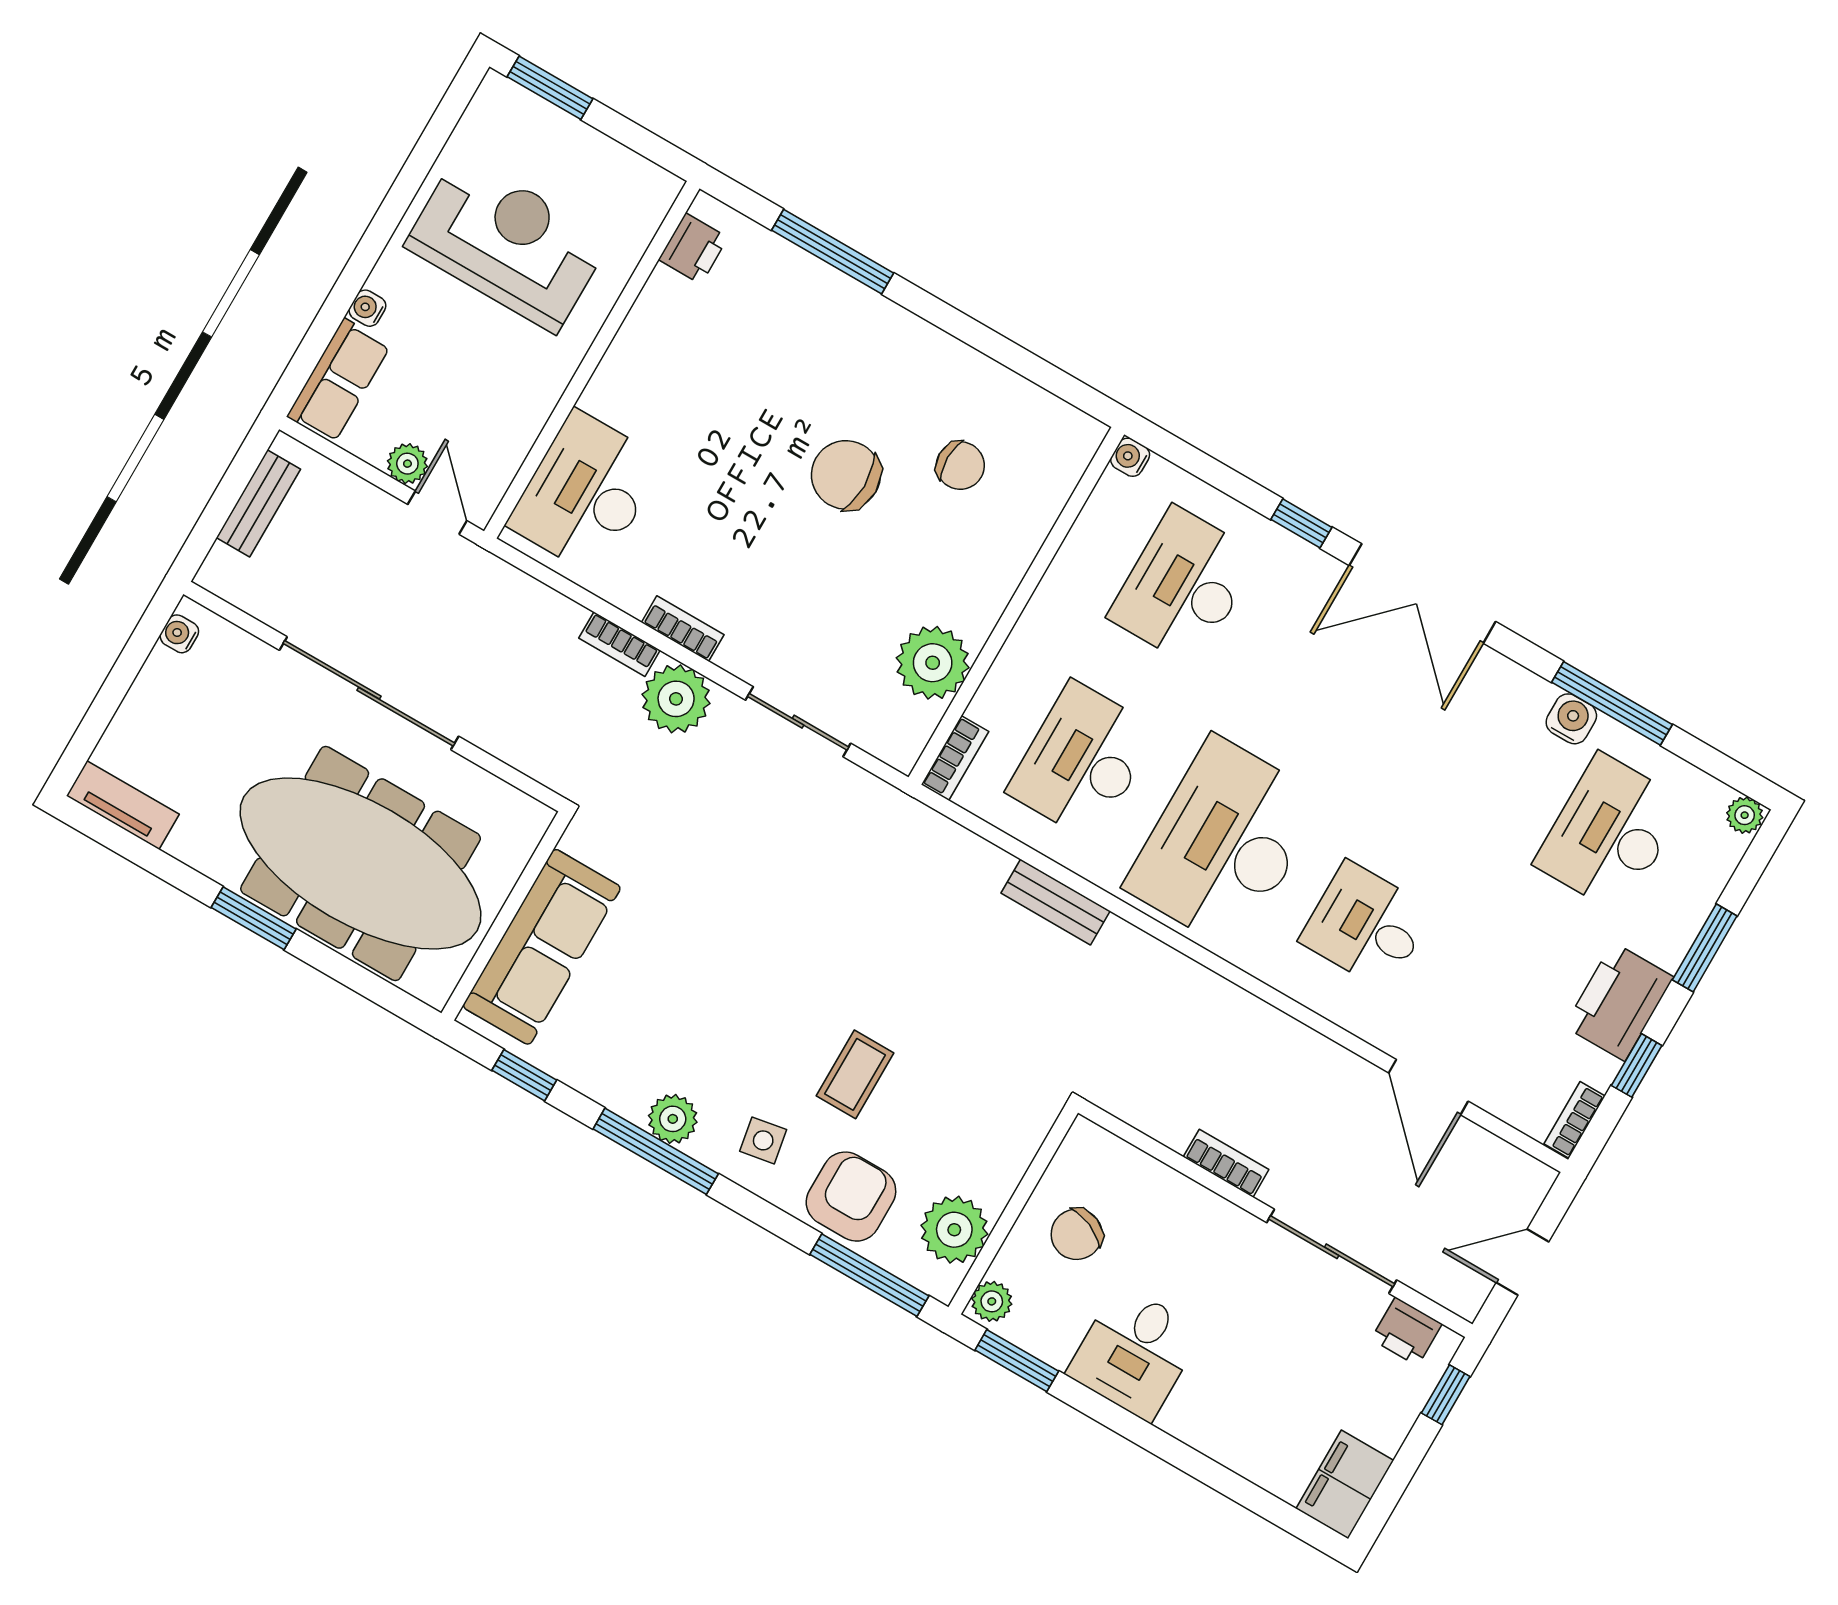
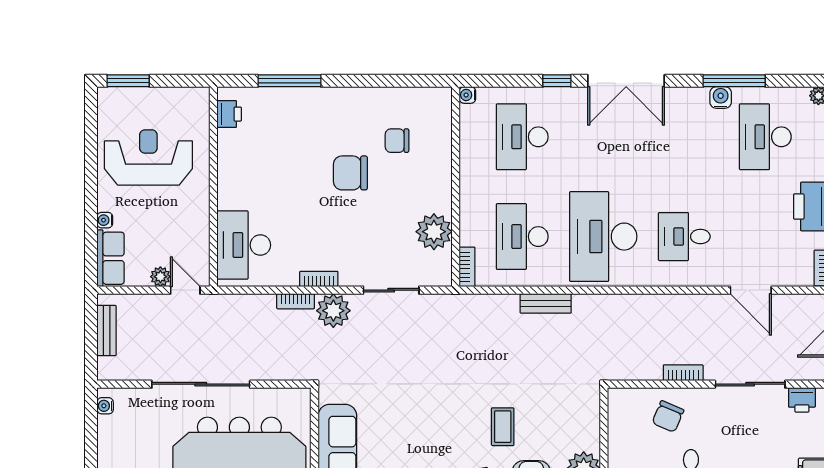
chair: (960, 466) -> (397, 141), turned 180
chair: (1077, 1234) -> (668, 416), moved

